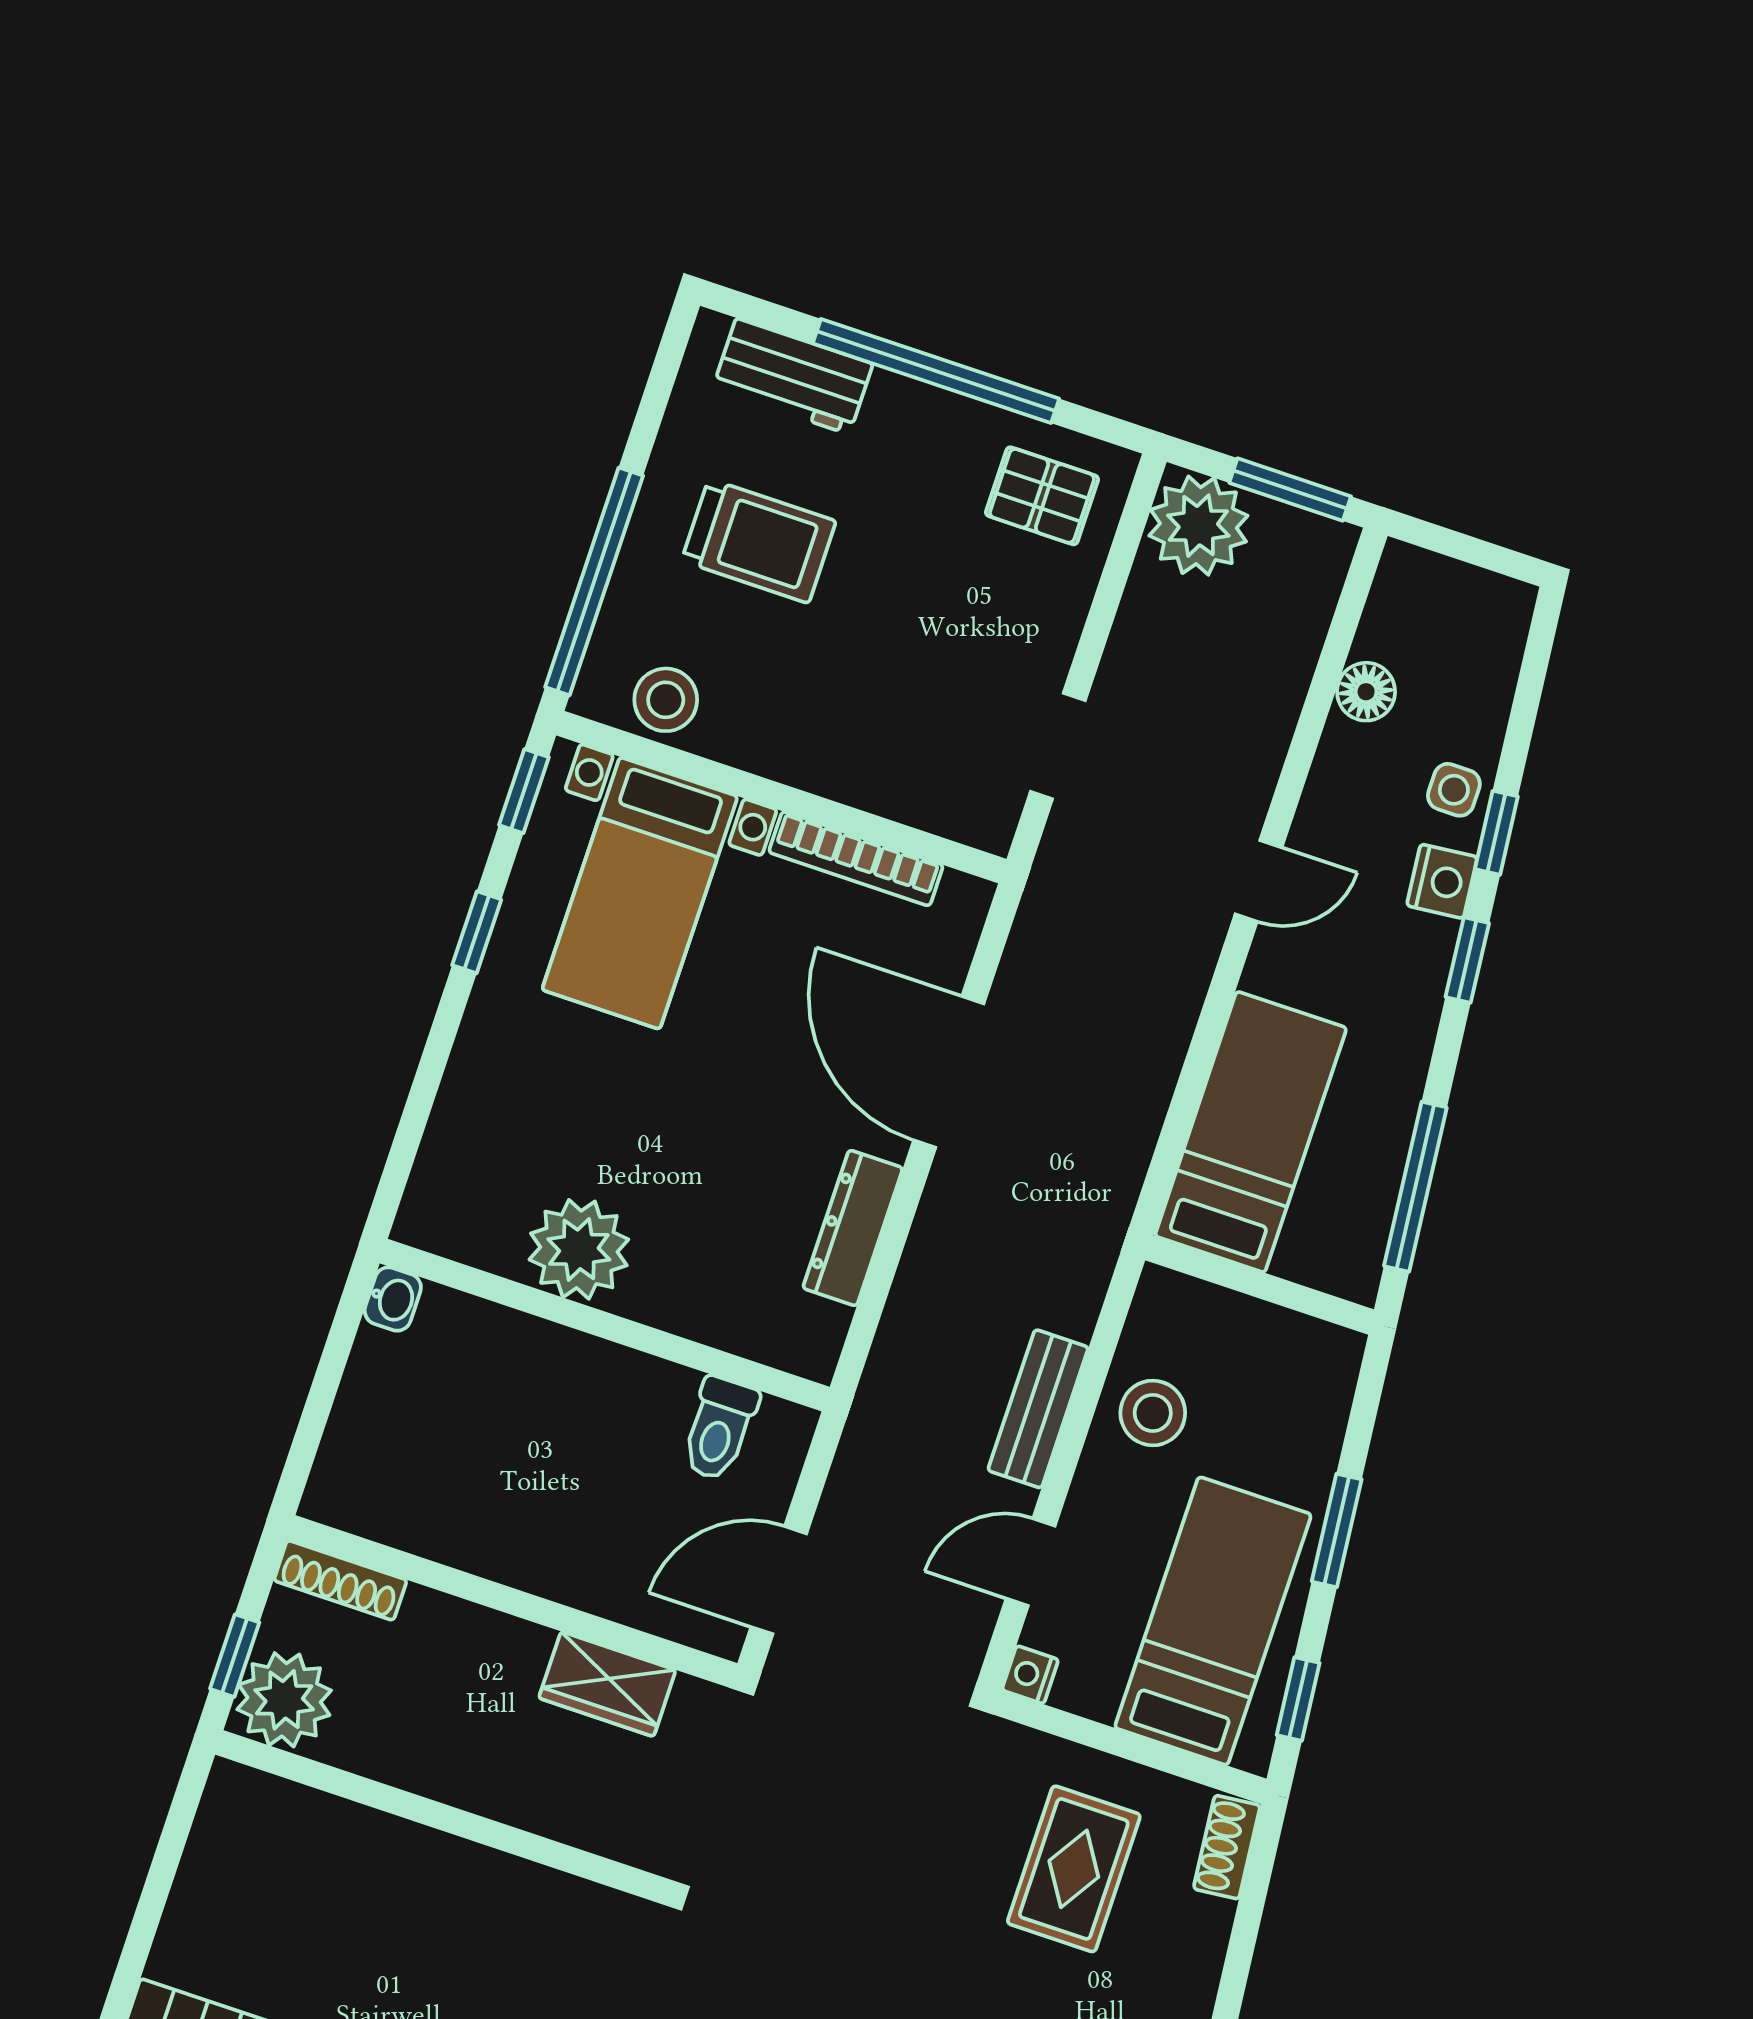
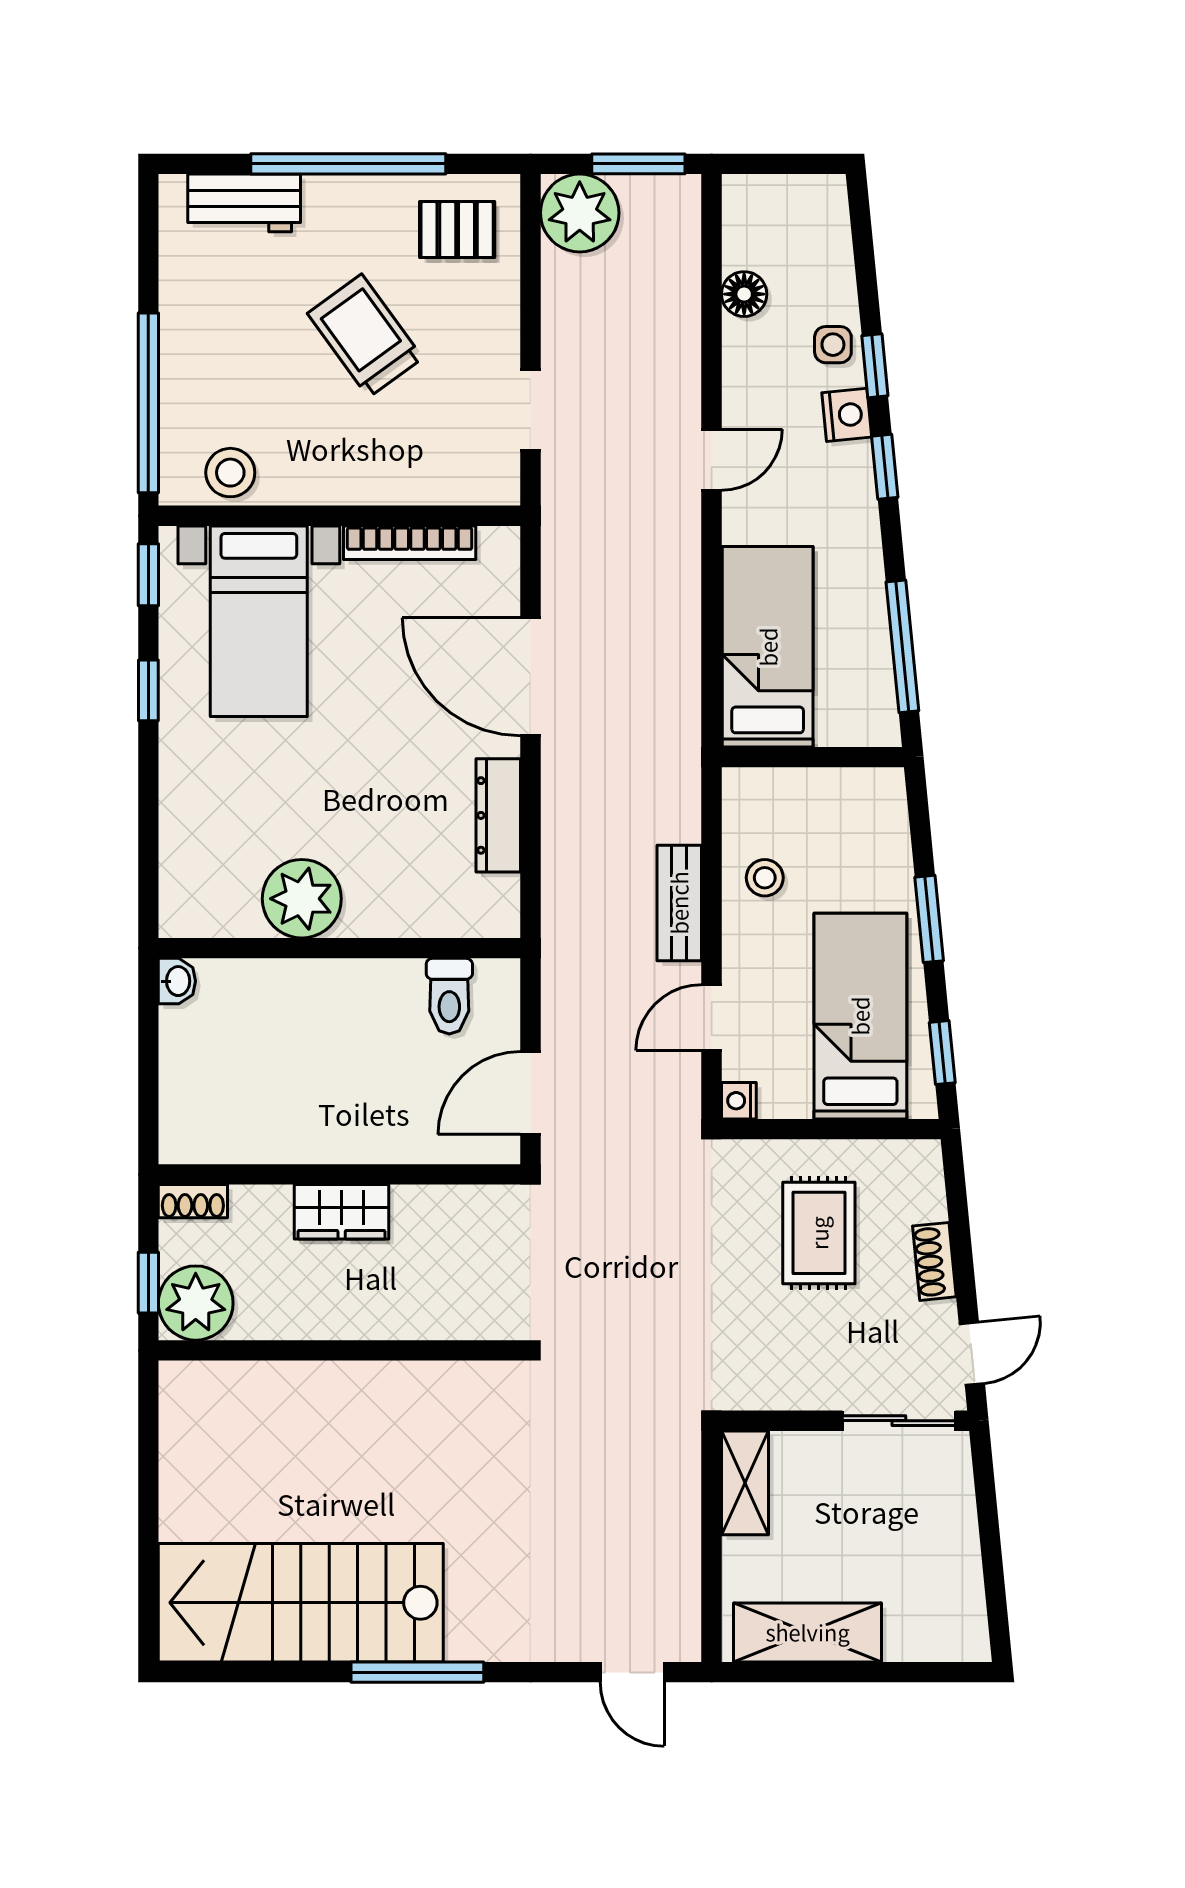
trolley: (759, 541) -> (365, 336), moved, turned -126
stool: (1153, 1413) -> (765, 878), width x0.73, depth x0.73
shoe rack: (340, 1580) -> (193, 1201), width x0.70
wardrobe: (607, 1684) -> (342, 1212), moved
shoe rack: (1227, 1847) -> (934, 1261), moved

